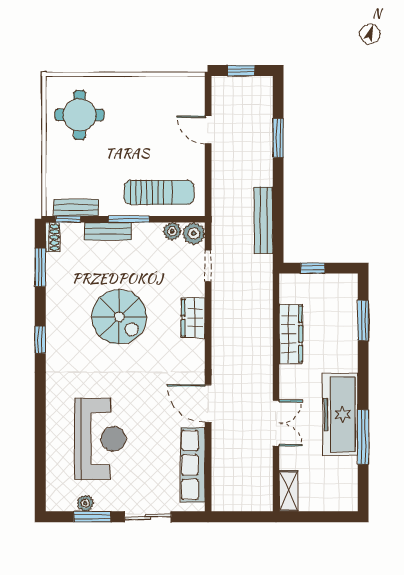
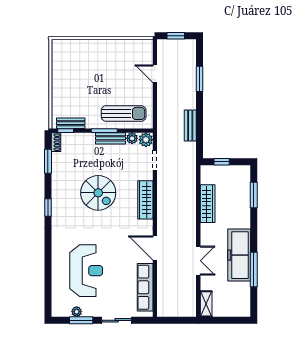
round table: (80, 115) -> (73, 64), removed
bench: (264, 220) -> (190, 126), width x0.73
bench: (108, 231) -> (111, 138), moved
wardrobe: (193, 318) -> (145, 200), width x1.50

